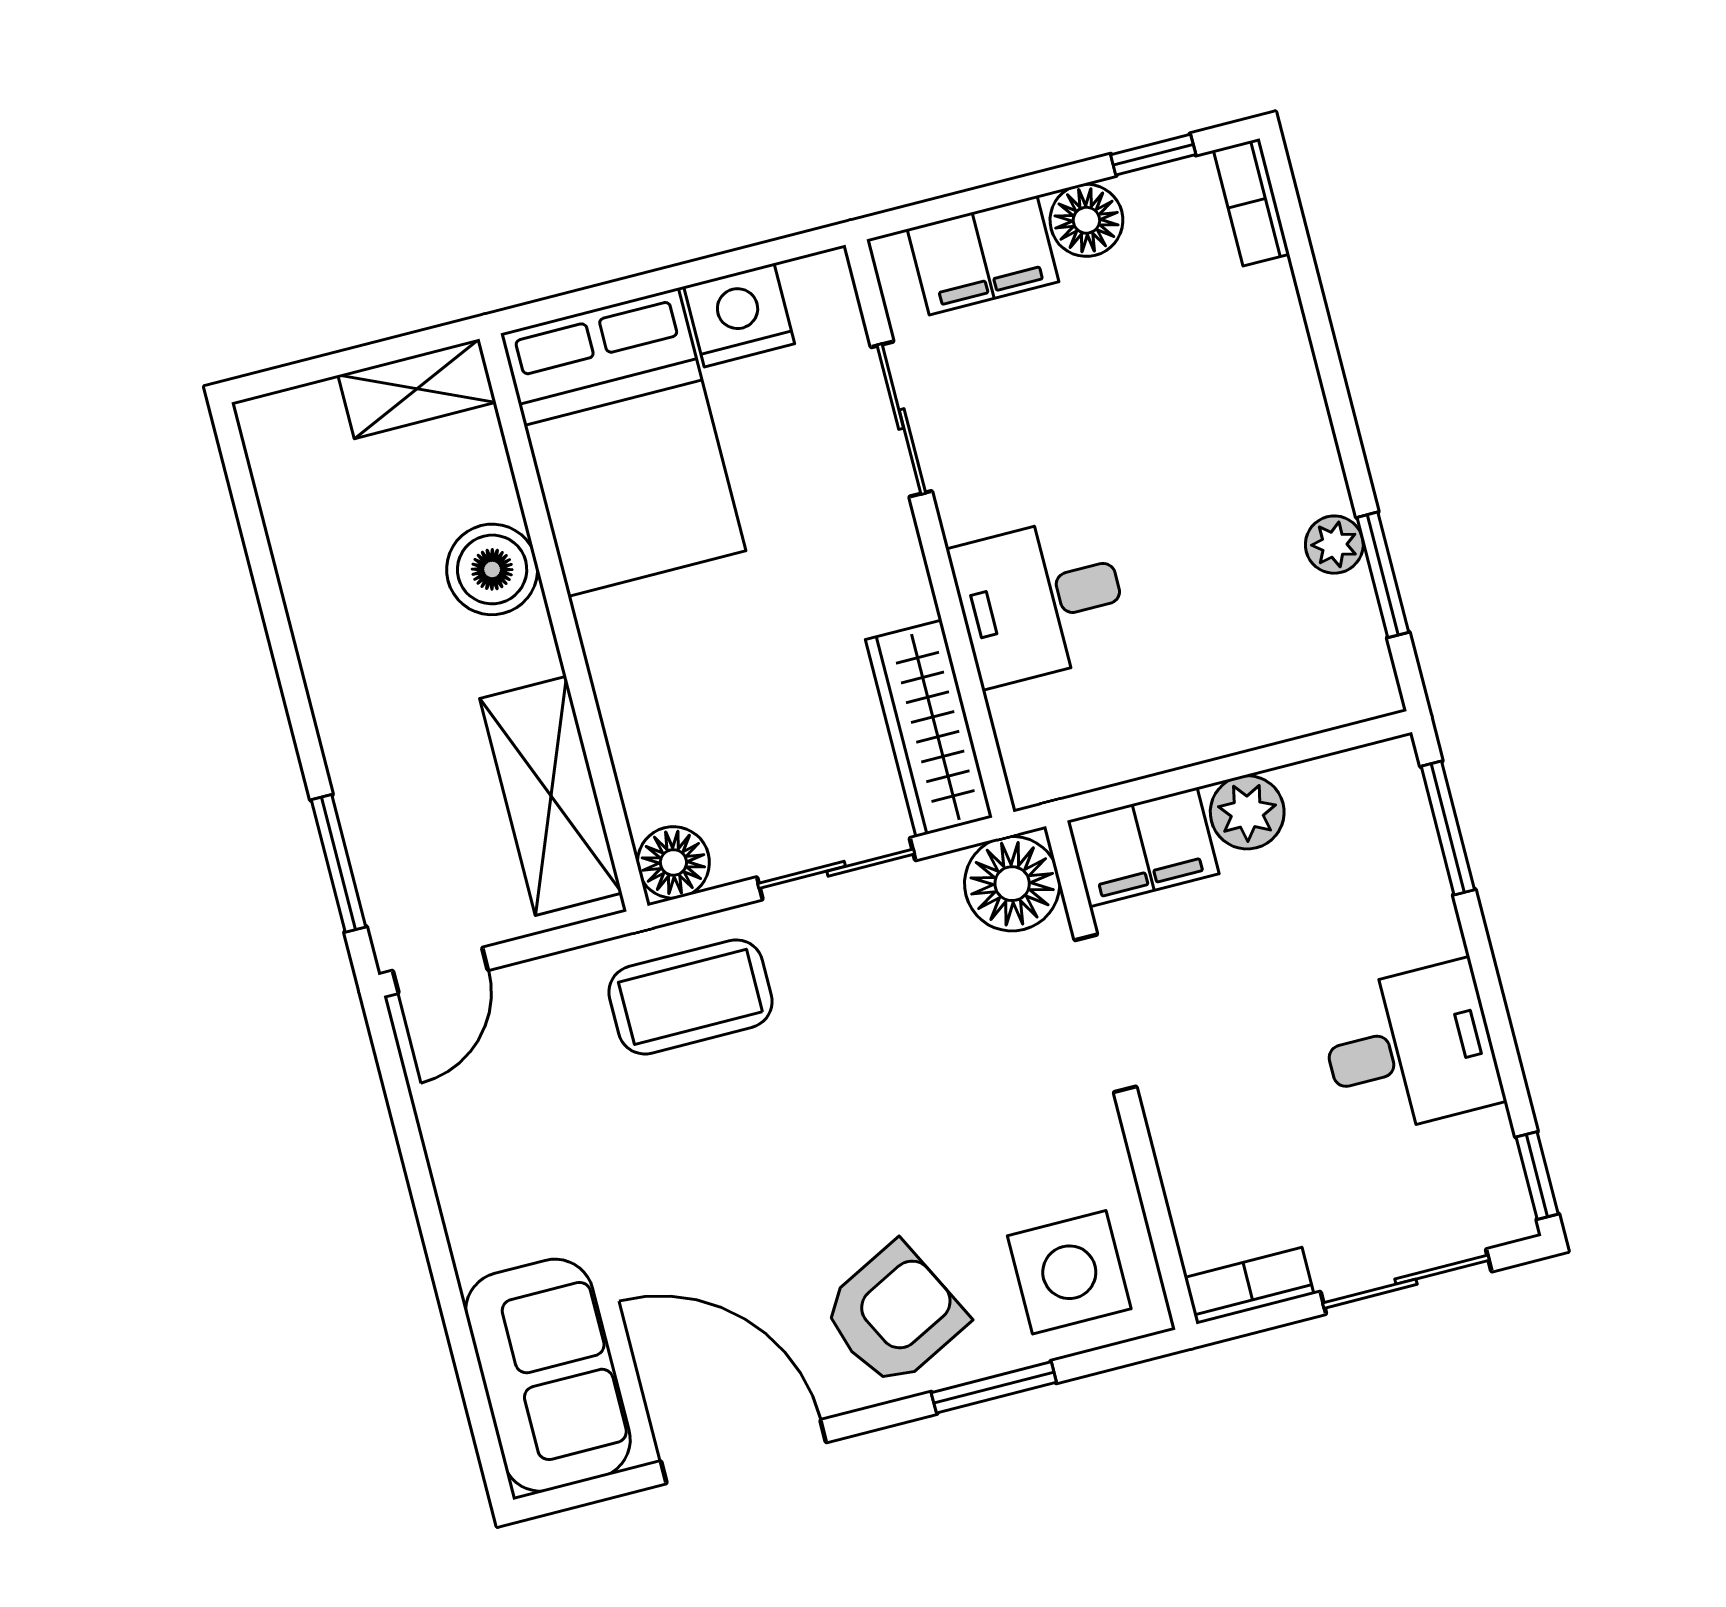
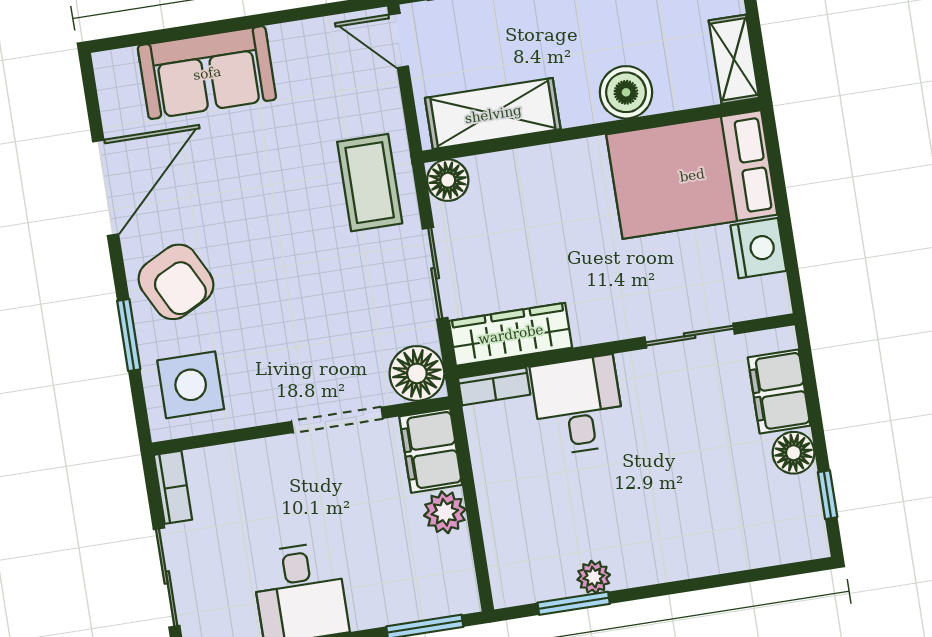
bookcase: (1251, 202) -> (494, 386), moved, turned 180
sofa: (548, 1375) -> (207, 73), moved

